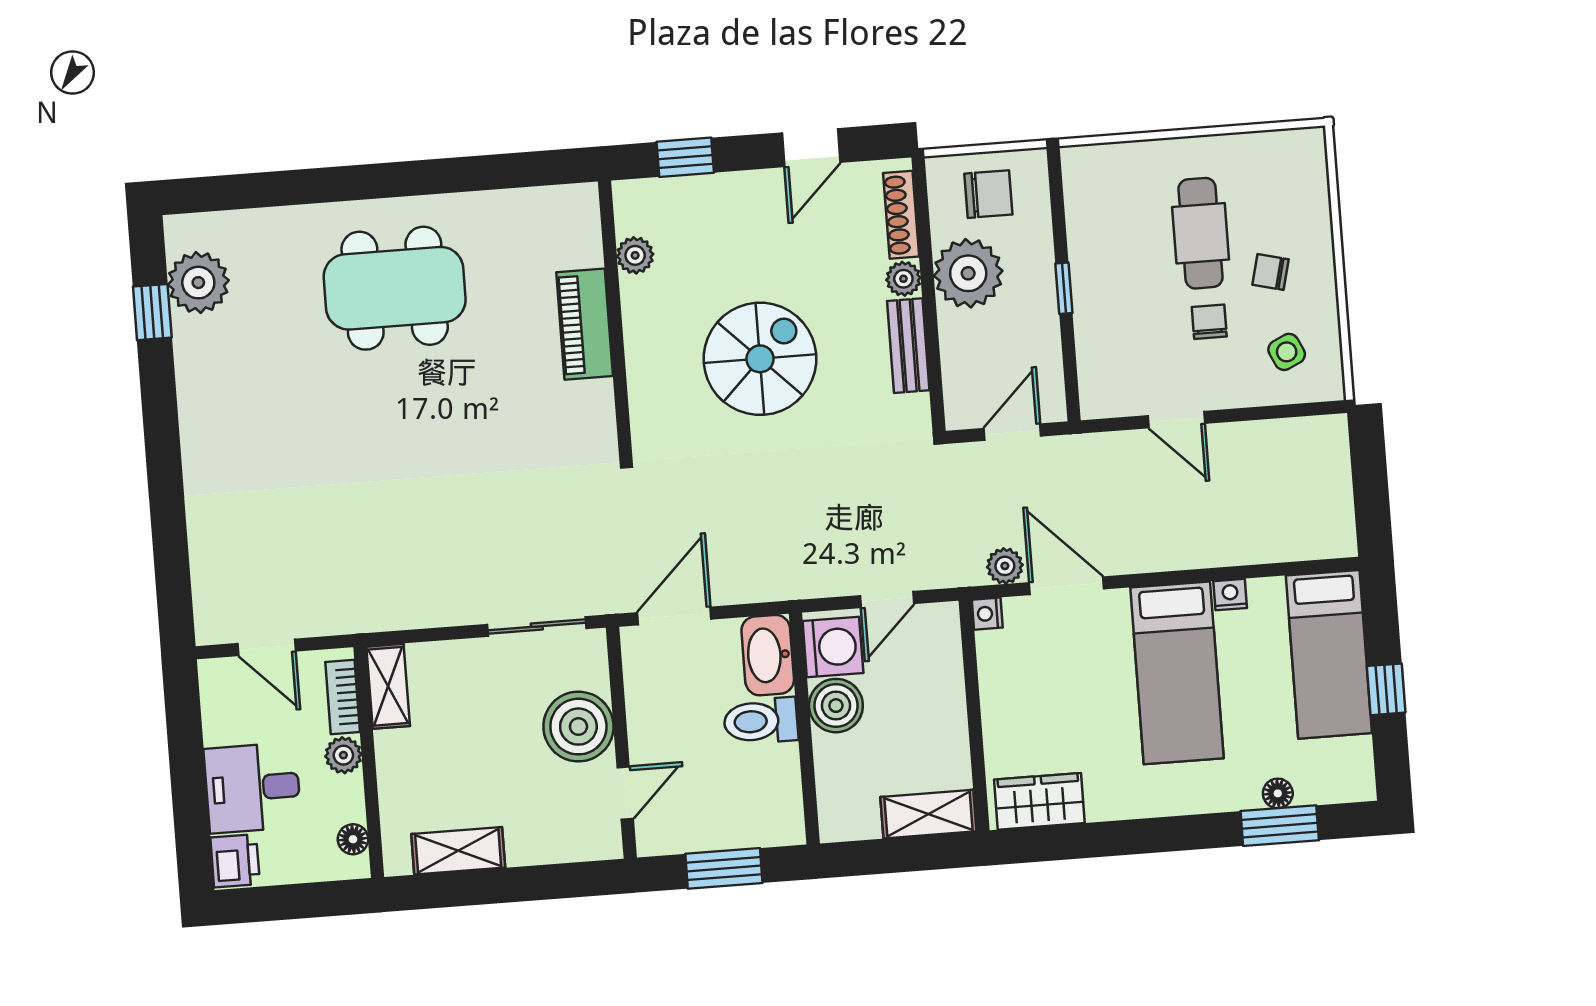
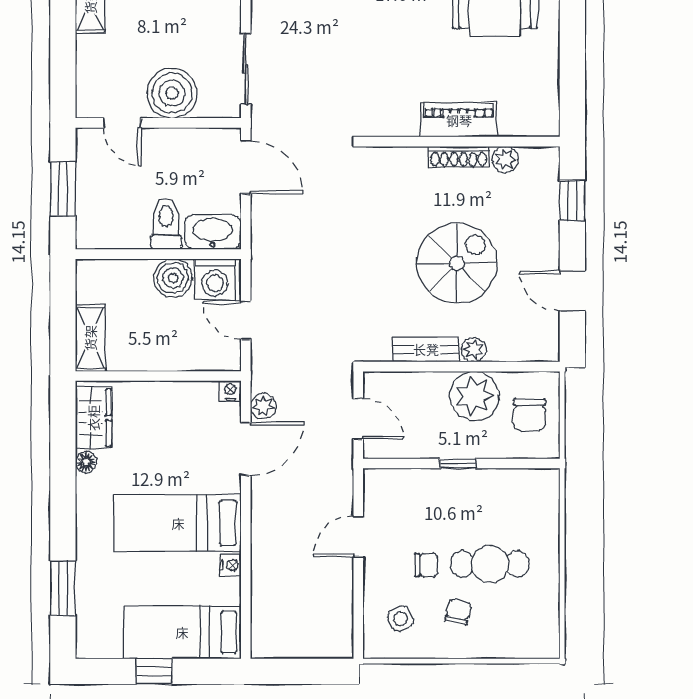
shoe rack: (901, 215) -> (459, 157), moved, turned 180
spiral stairs: (760, 359) -> (457, 263), moved, turned -90
floor lamp: (1278, 793) -> (86, 462), moved

